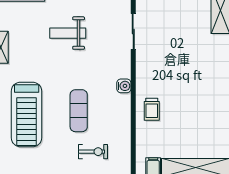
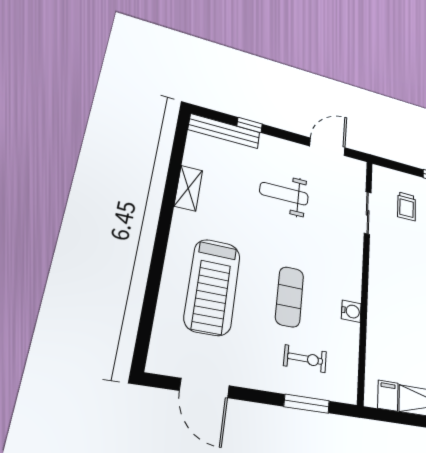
water cooler: (124, 86) -> (351, 311), moved
trolley: (152, 109) -> (407, 206), moved

